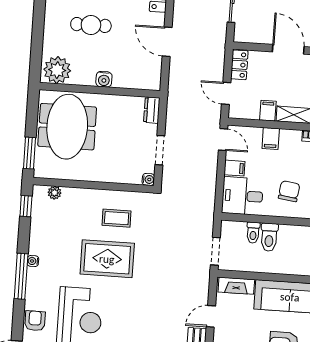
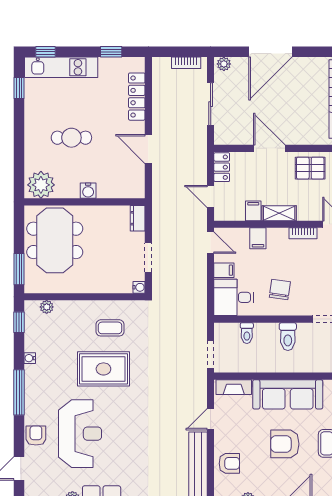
toilet: (269, 237) -> (288, 337), moved
water cooler: (33, 261) -> (30, 358), moved

